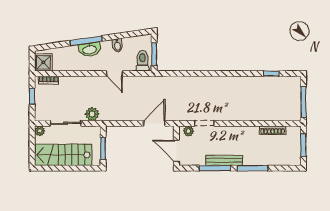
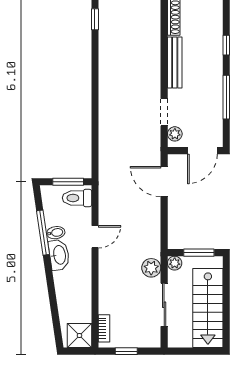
window: (86, 41) -> (43, 233), moved
washbasin: (90, 49) -> (59, 255), moved
plant: (40, 131) -> (175, 263), moved
bench: (224, 160) -> (175, 63), moved
window: (253, 168) -> (226, 45), width x0.46

